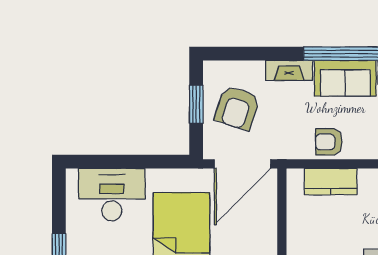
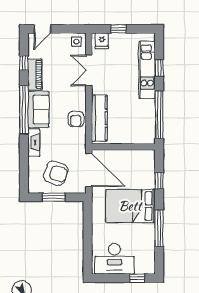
kitchen counter: (331, 182) -> (99, 118), width x1.50
desk: (112, 195) -> (114, 259), moved, turned -90

